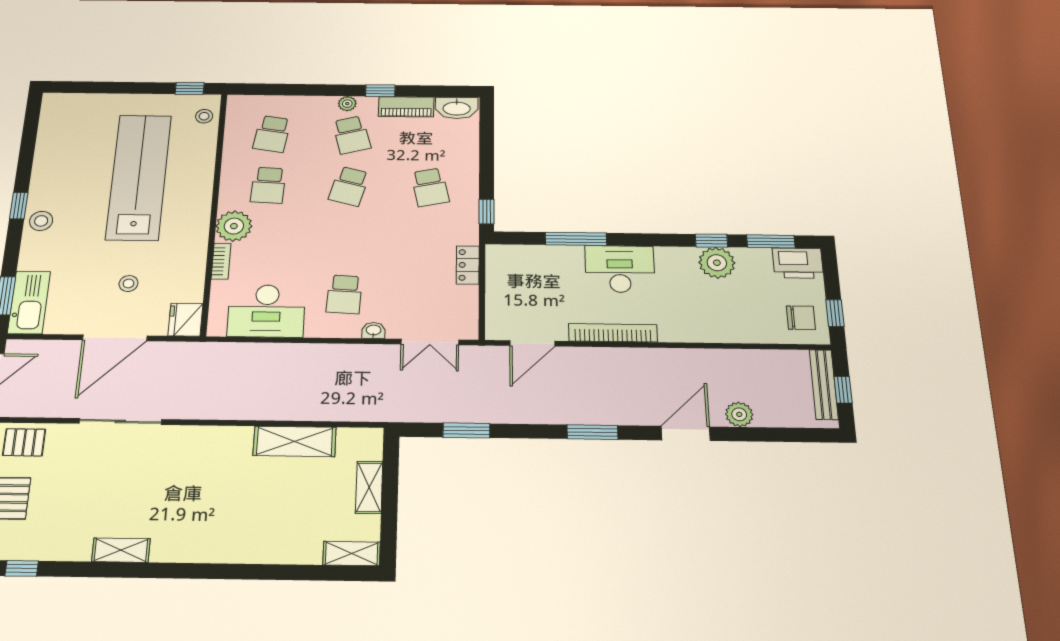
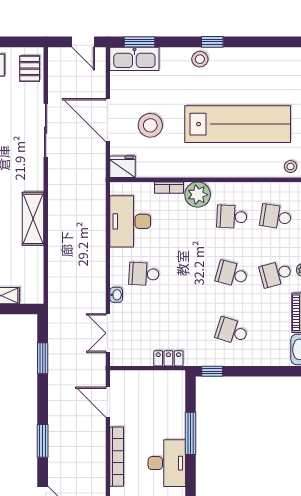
school desk: (430, 187) -> (232, 331), turned 30
stool: (128, 283) -> (150, 125), width x1.89, depth x1.89
shelving: (295, 441) -> (33, 219), moved

